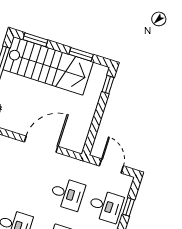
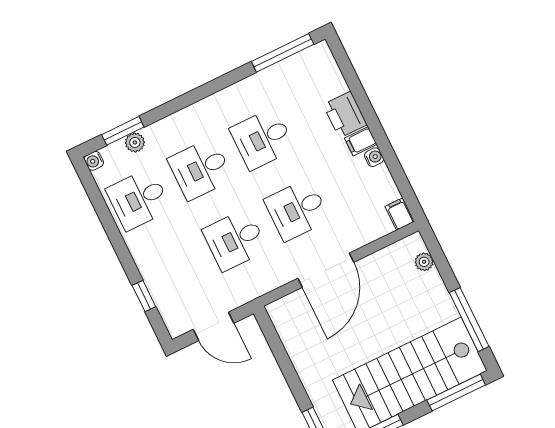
window: (35, 40) -> (456, 392), width x1.44
desk: (106, 206) -> (297, 210), moved

